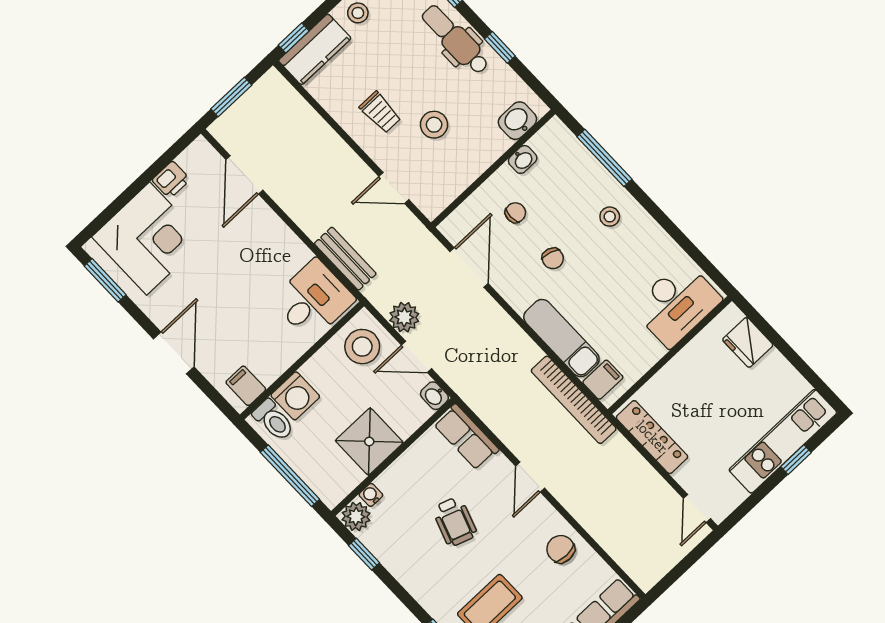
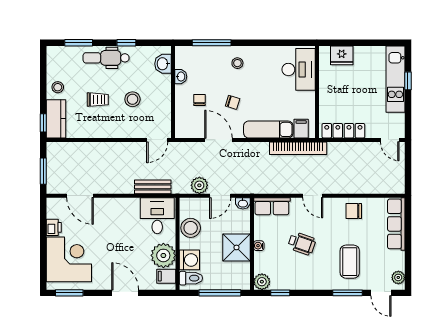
trolley: (380, 112) -> (98, 100), moved
door: (394, 188) -> (157, 140), moved
door: (469, 267) -> (218, 140), moved
stool: (362, 347) -> (191, 228), moved
plant: (269, 357) -> (163, 255), added
water cooler: (371, 495) -> (259, 246), moved

